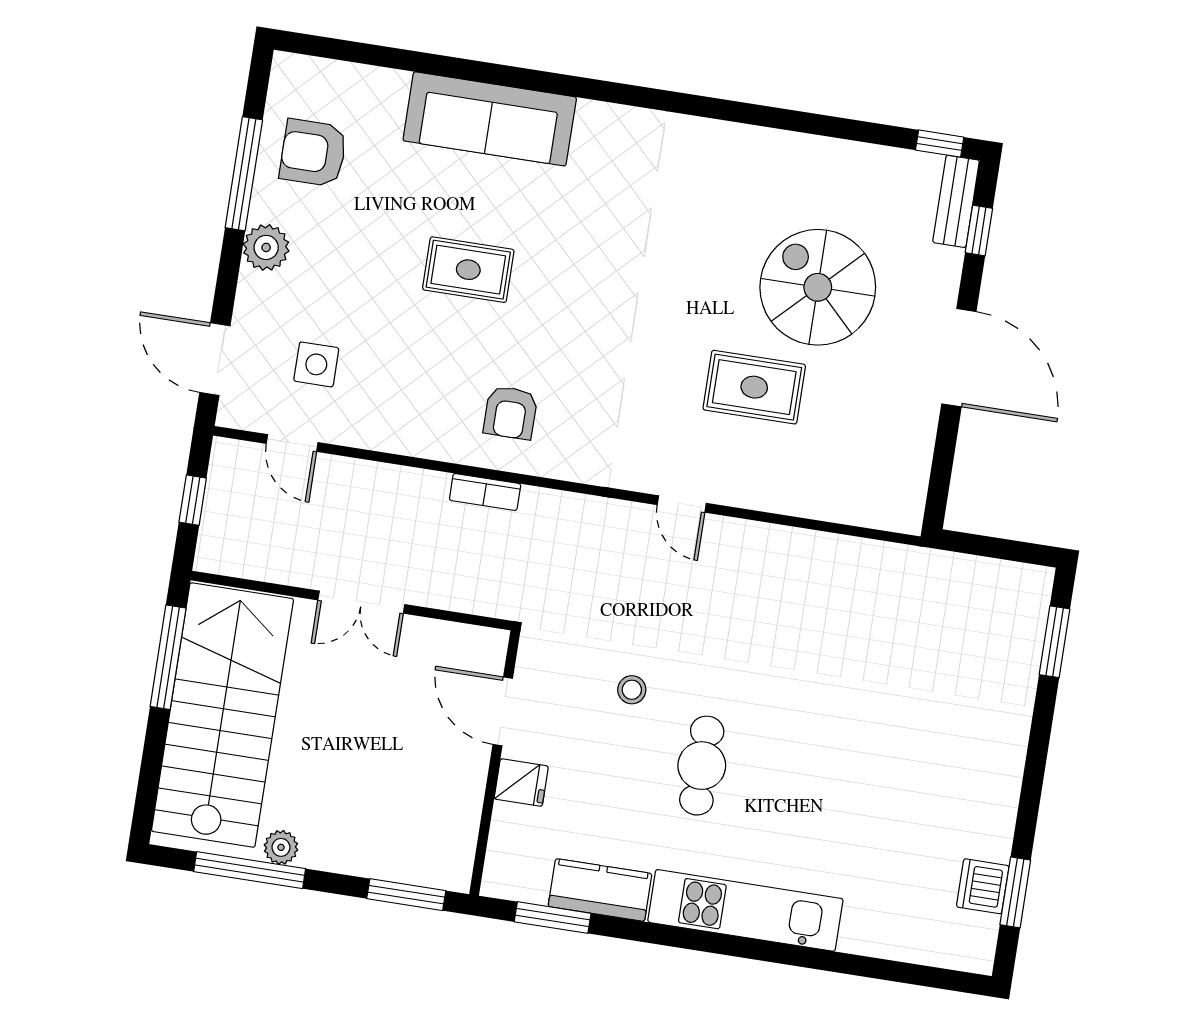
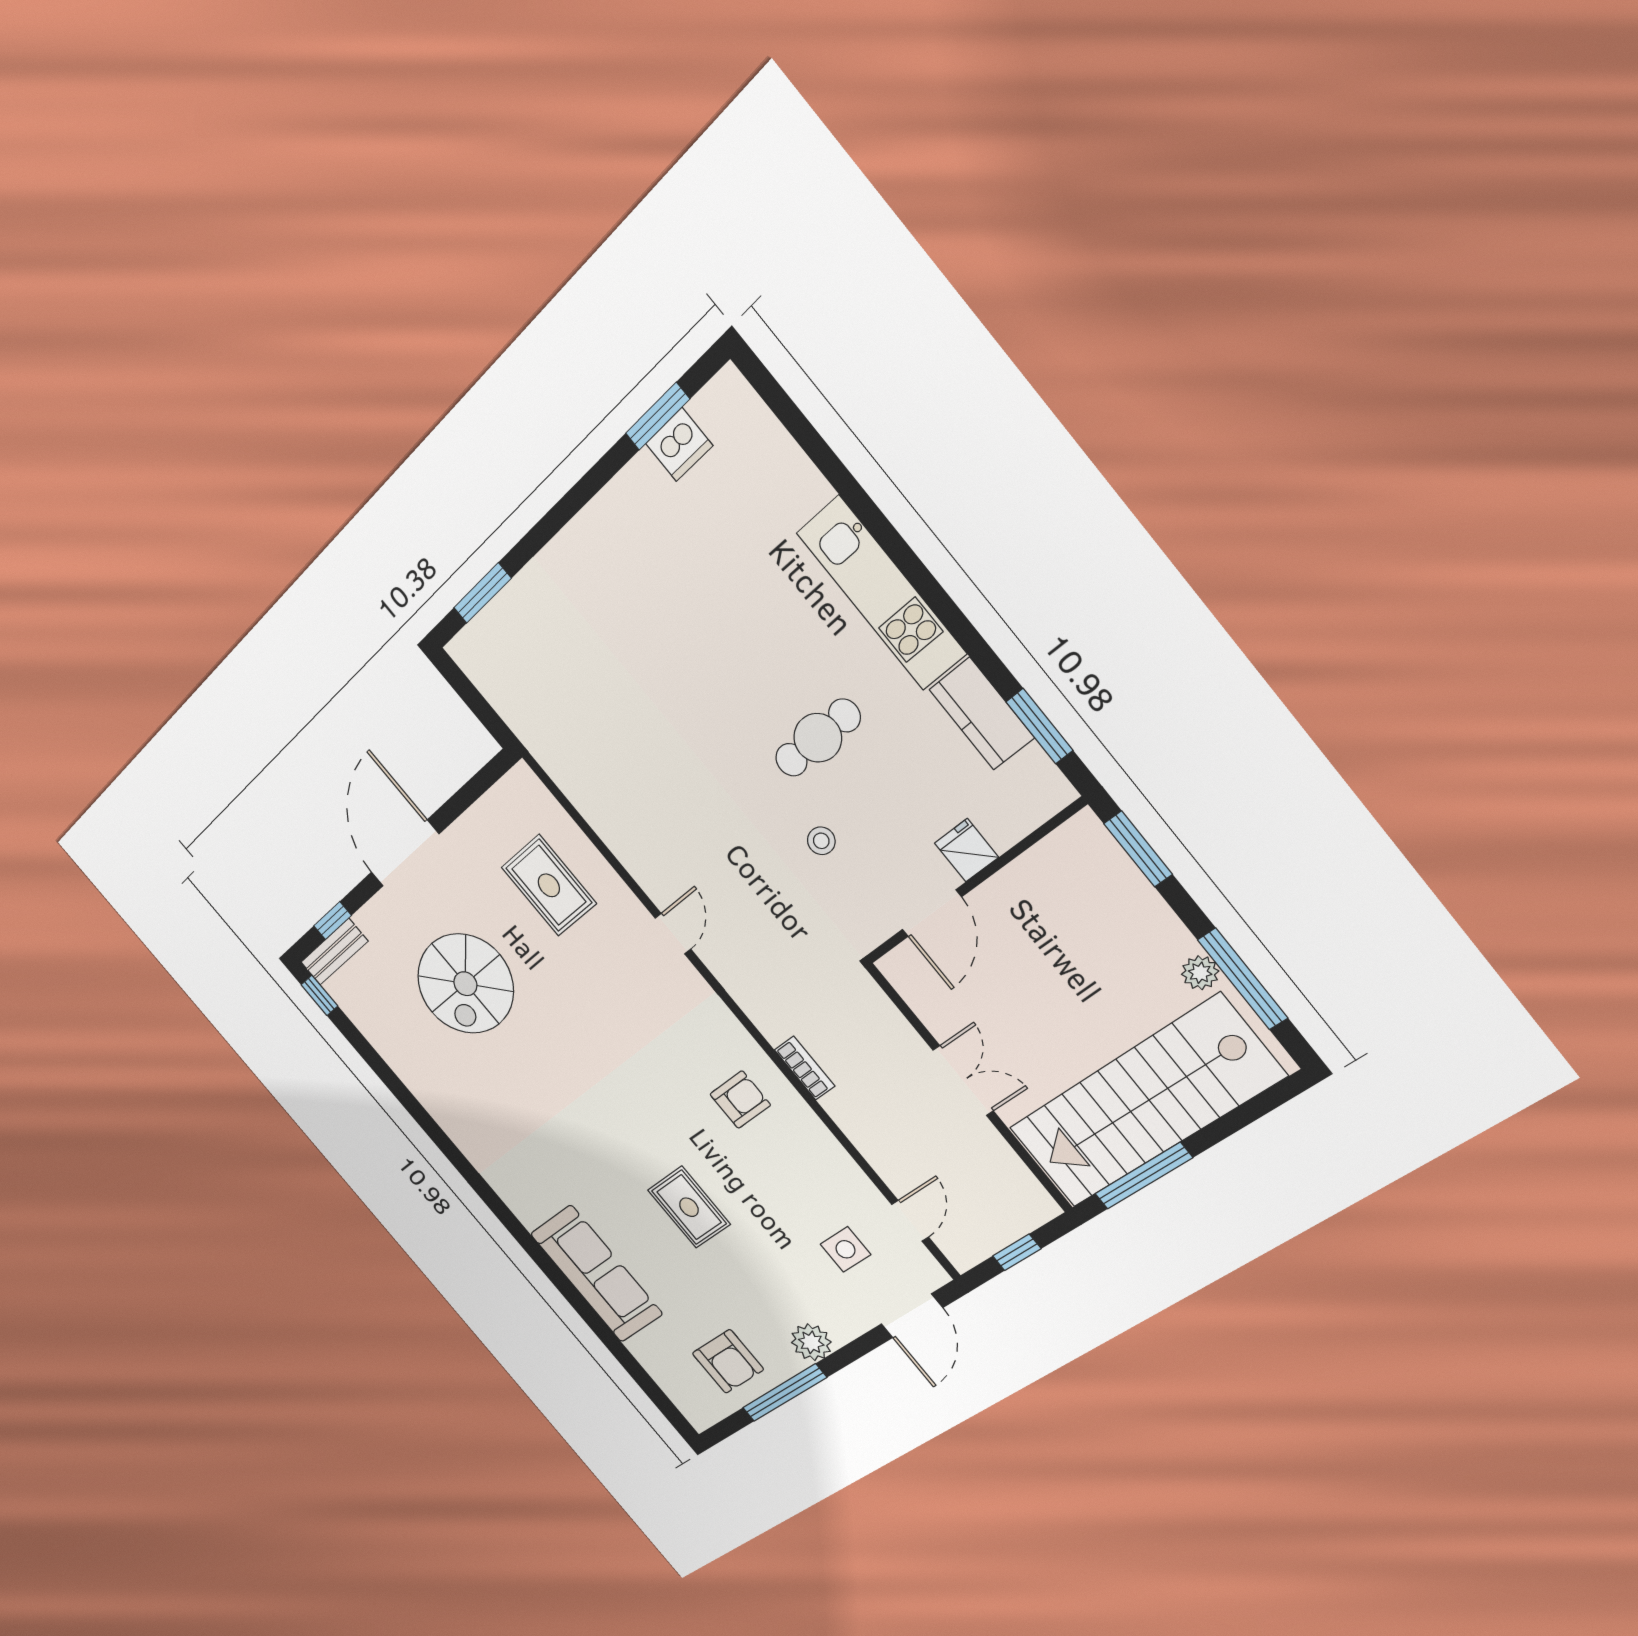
rug: (754, 387) -> (549, 885), moved

